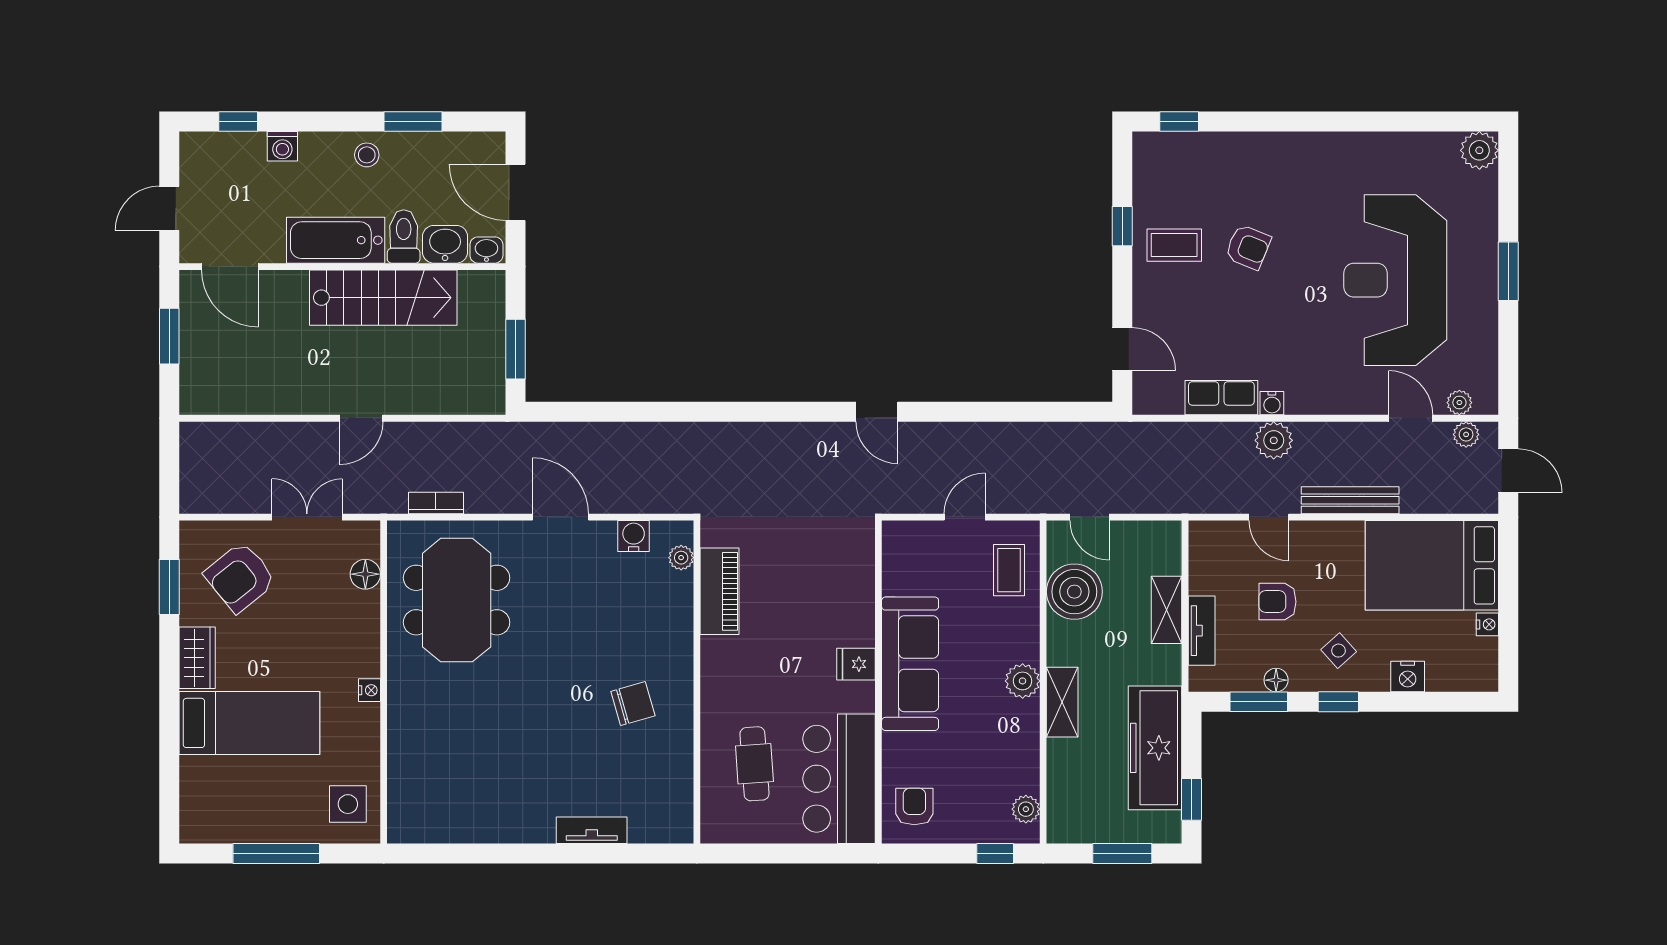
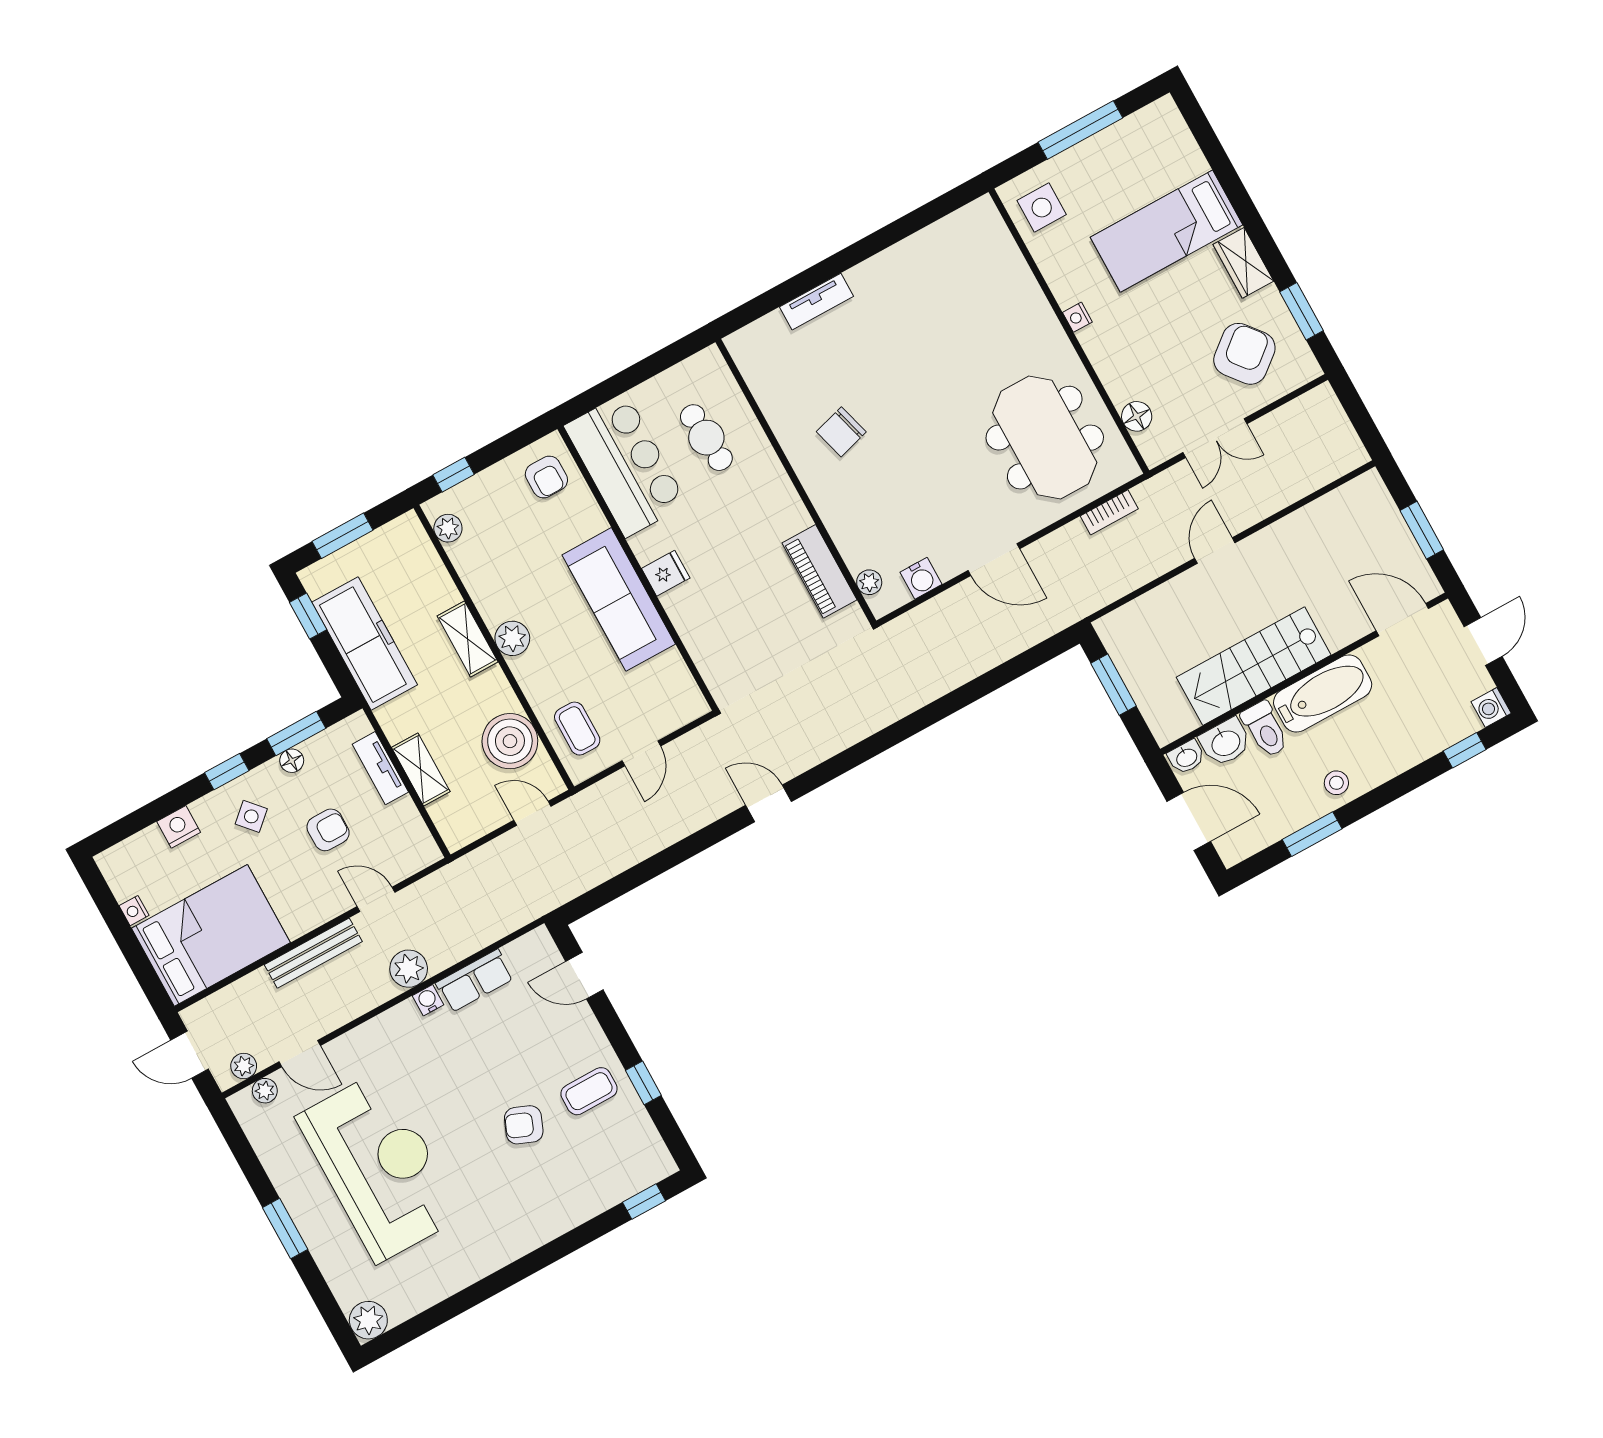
washing machine: (282, 146) -> (1491, 707), moved, turned -90

